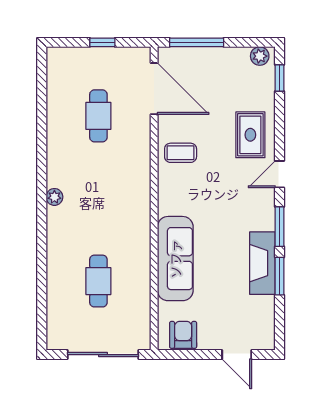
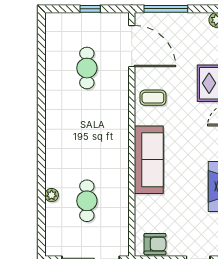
plant: (54, 197) -> (52, 195), moved
sofa: (175, 259) -> (149, 160), moved
armchair: (183, 335) -> (155, 244), turned 90

